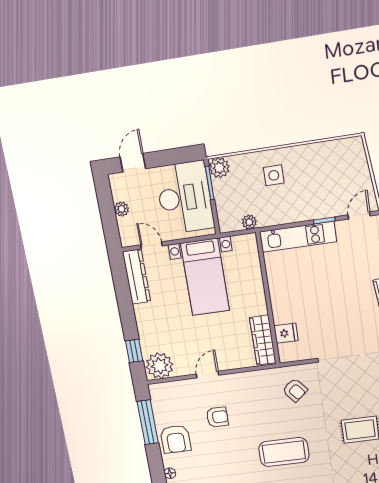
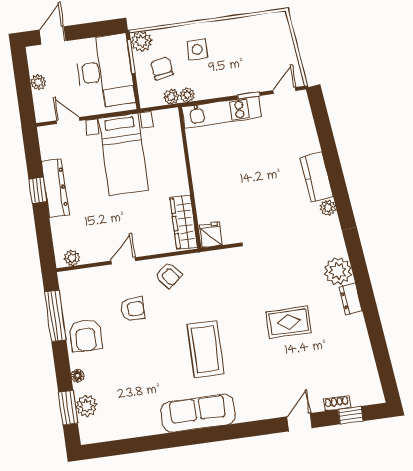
chair: (240, 194) -> (162, 68), added
plant: (265, 220) -> (187, 95), added
dresser: (137, 277) -> (55, 188), moved
fridge: (286, 333) -> (211, 235), moved, turned -90
window: (134, 351) -> (38, 190), moved
plant: (160, 366) -> (72, 258), width x0.53, depth x0.53
armchair: (295, 390) -> (169, 275), moved
coffee table: (284, 452) -> (205, 349), turned 90

